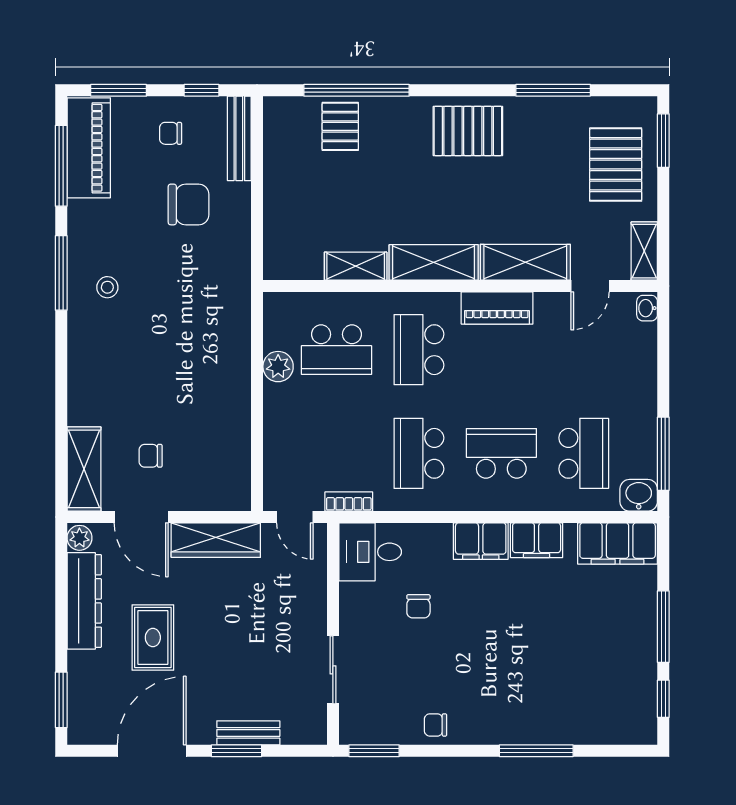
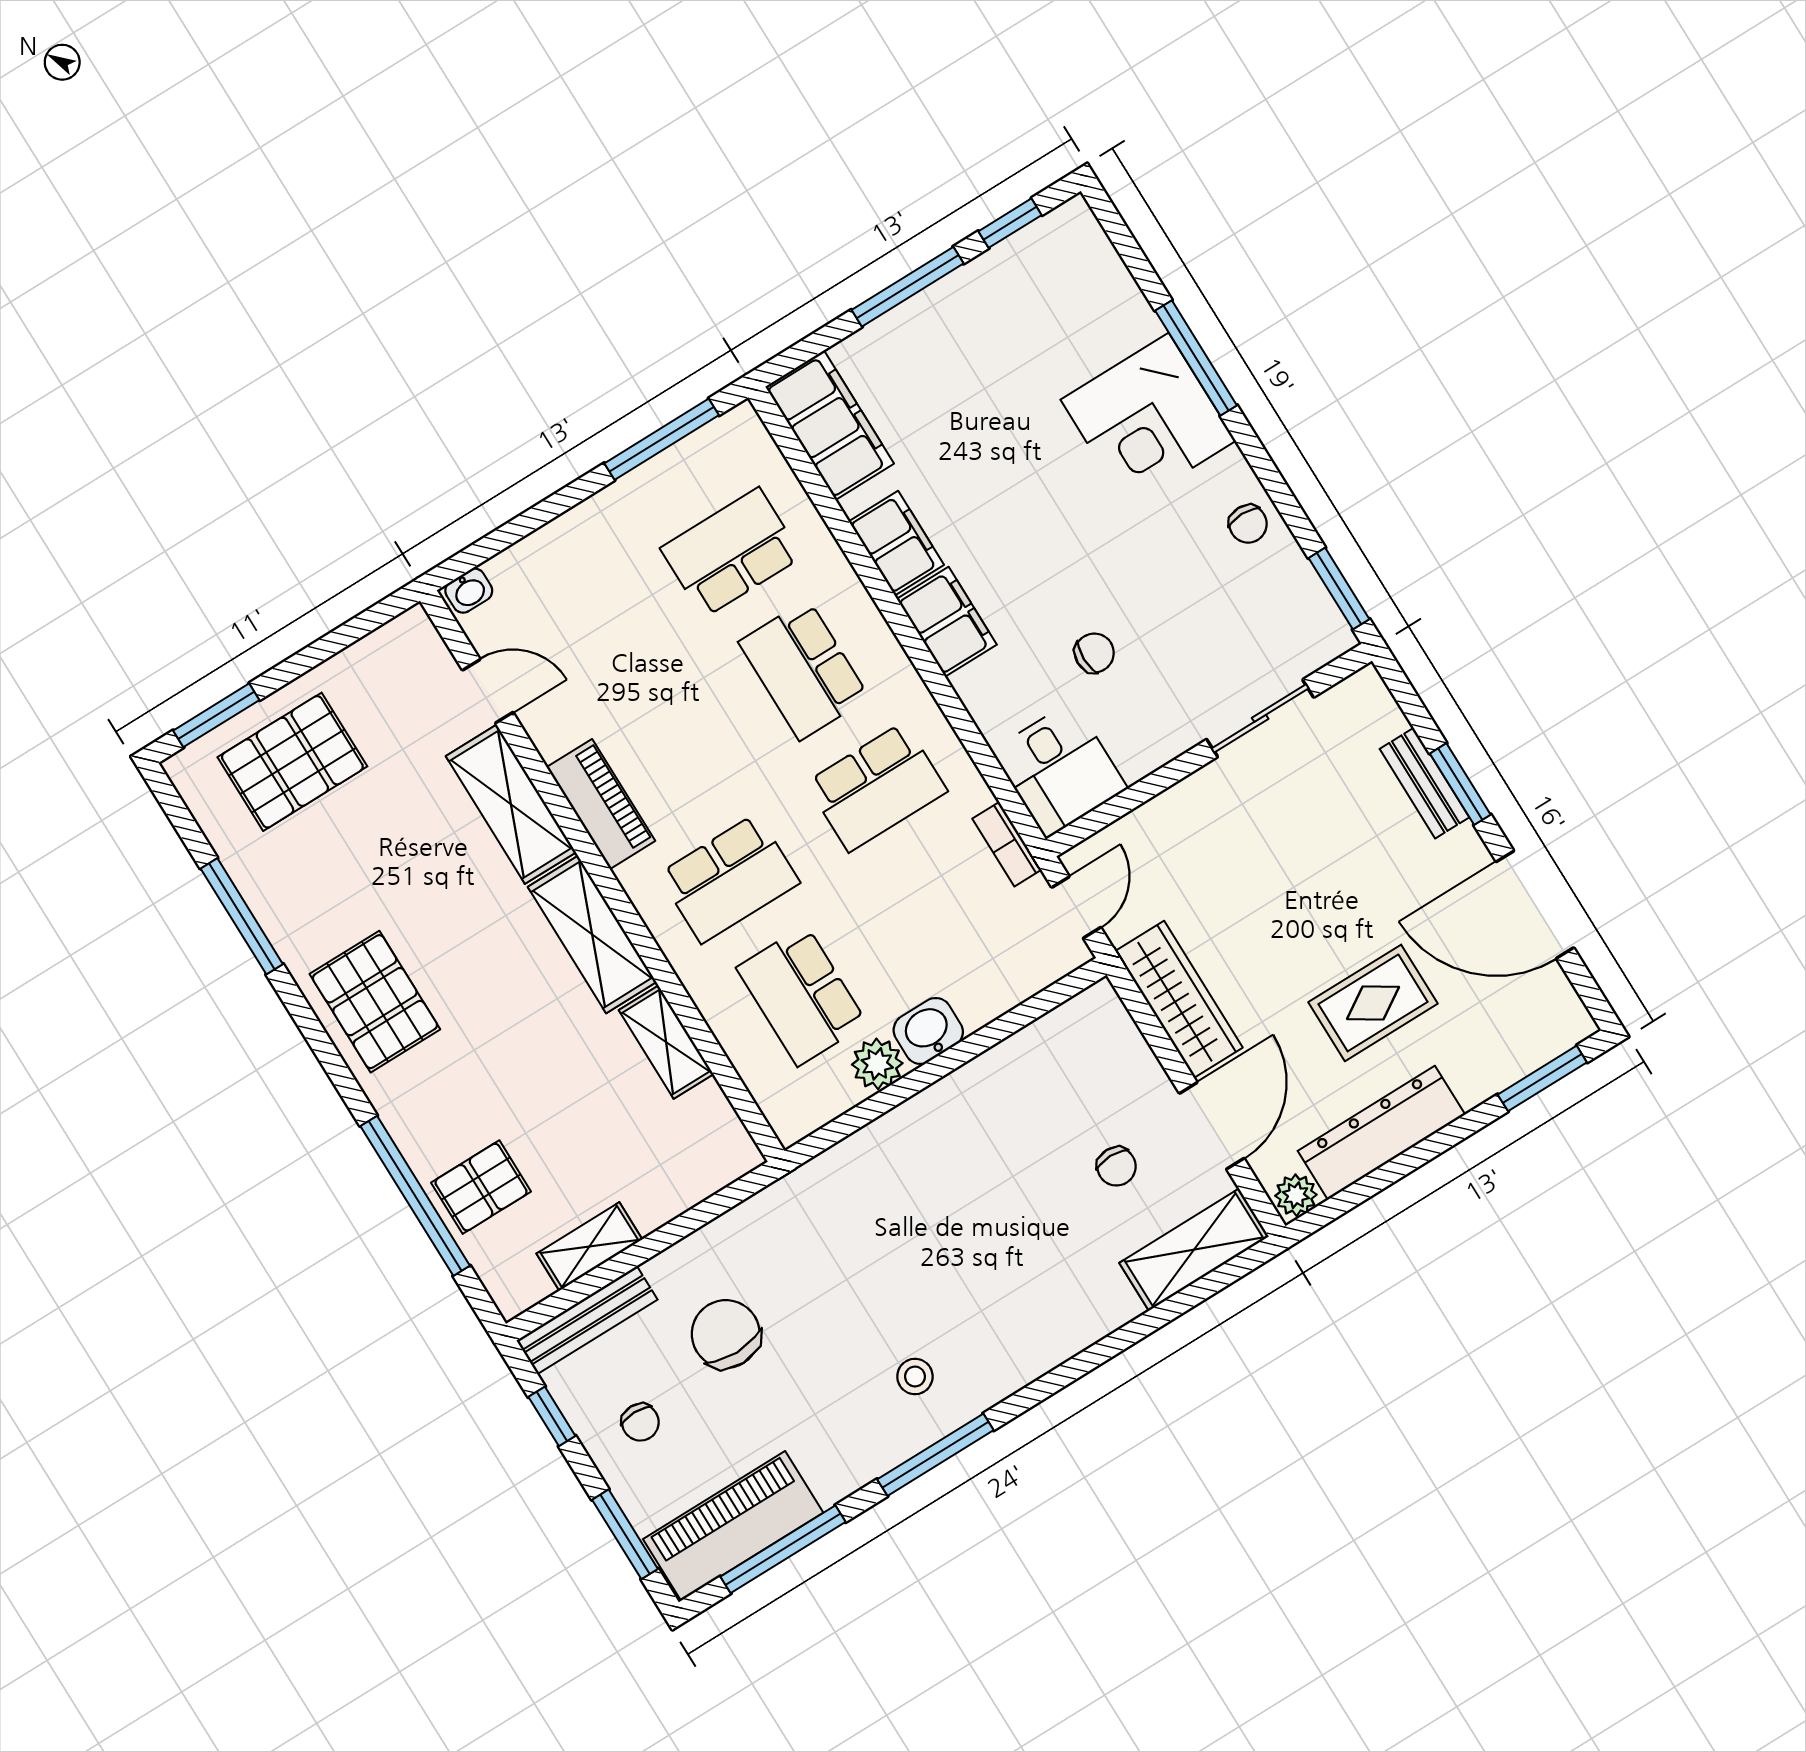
shelving: (644, 251) -> (589, 1246), moved
school desk: (337, 350) -> (802, 996), turned 180
washbasin: (639, 495) -> (928, 1031), moved, turned 90
corner desk: (520, 707) -> (1148, 420), added

